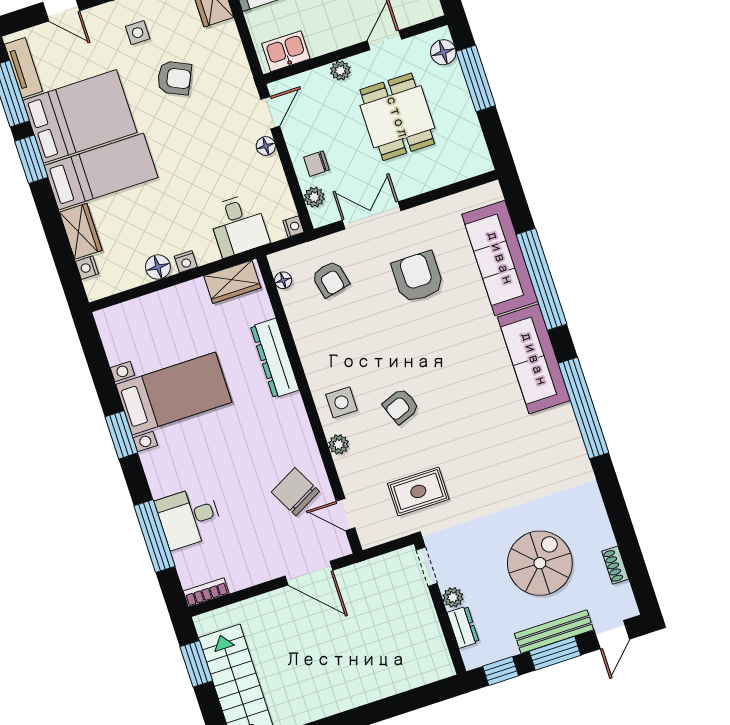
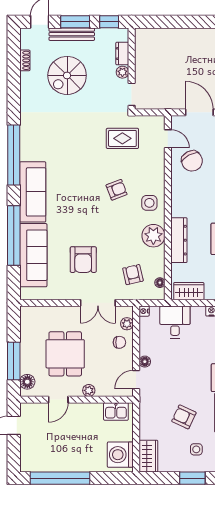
plant: (339, 444) -> (153, 236), moved, width x1.87, depth x1.87

